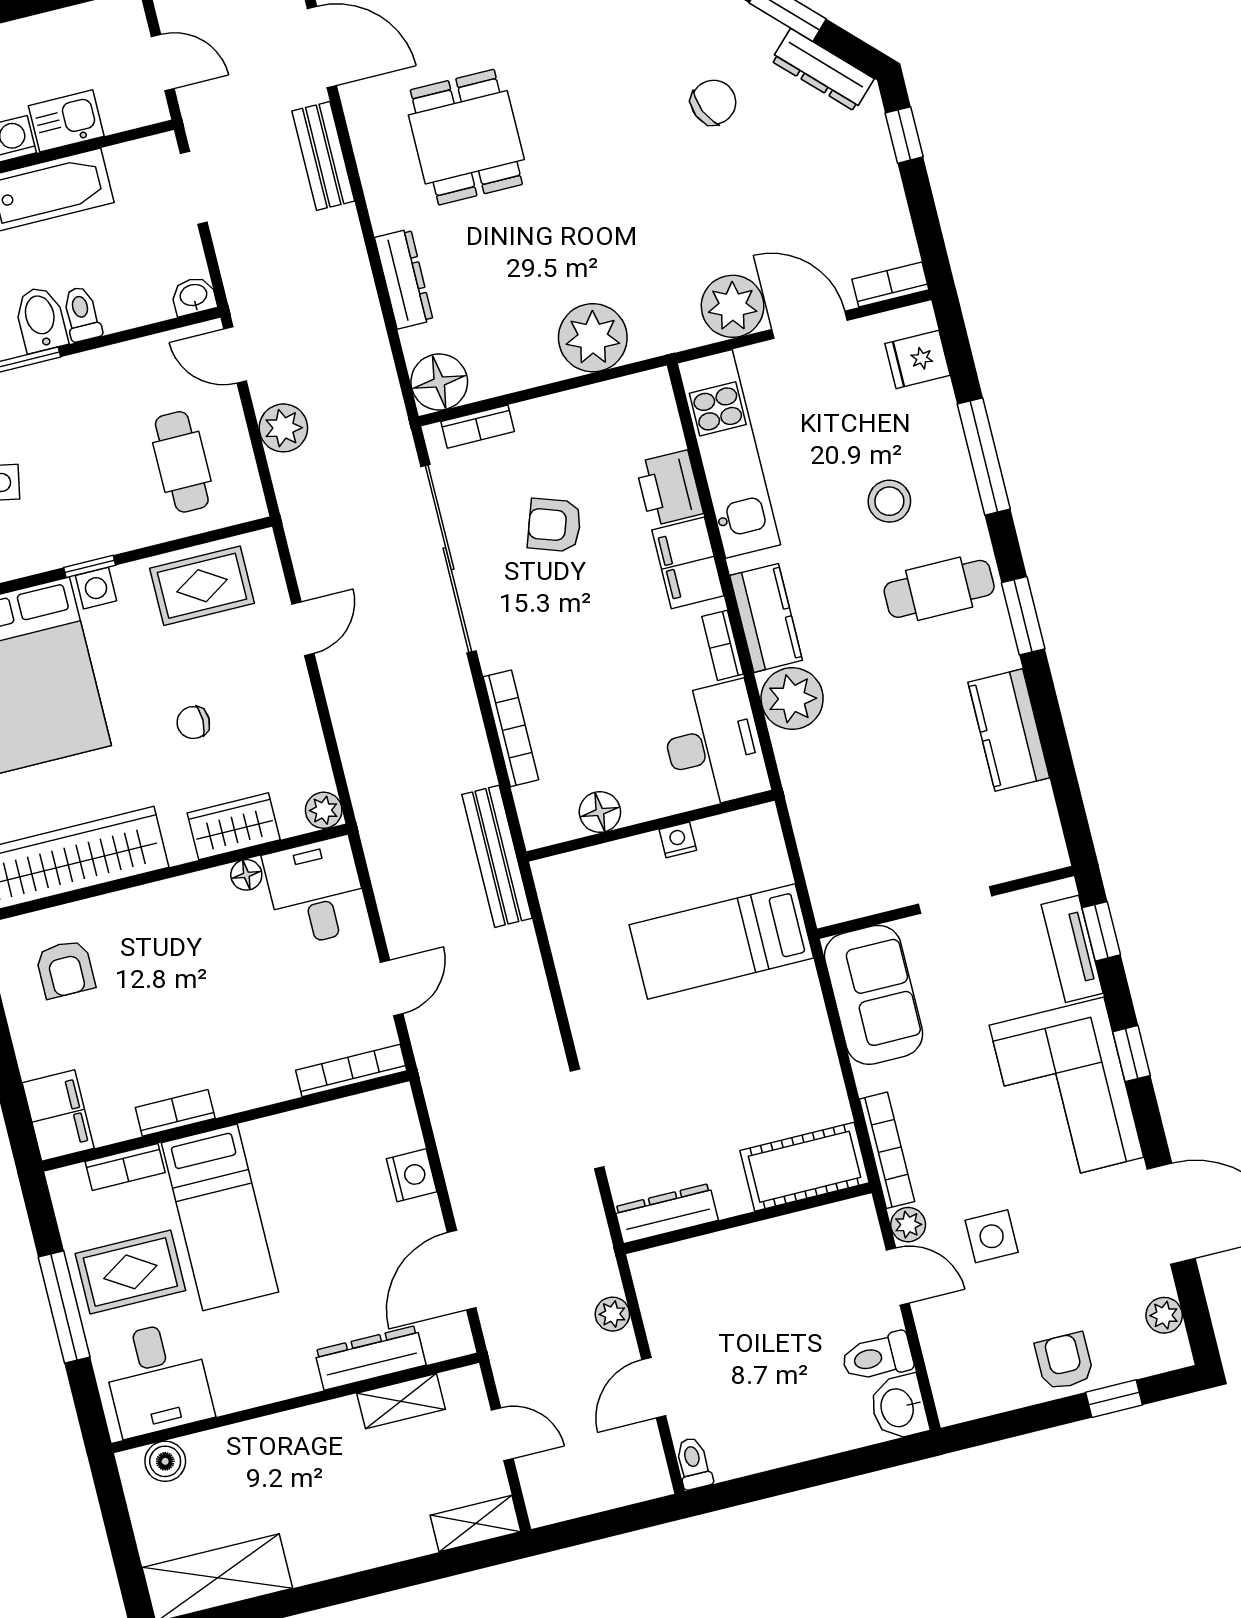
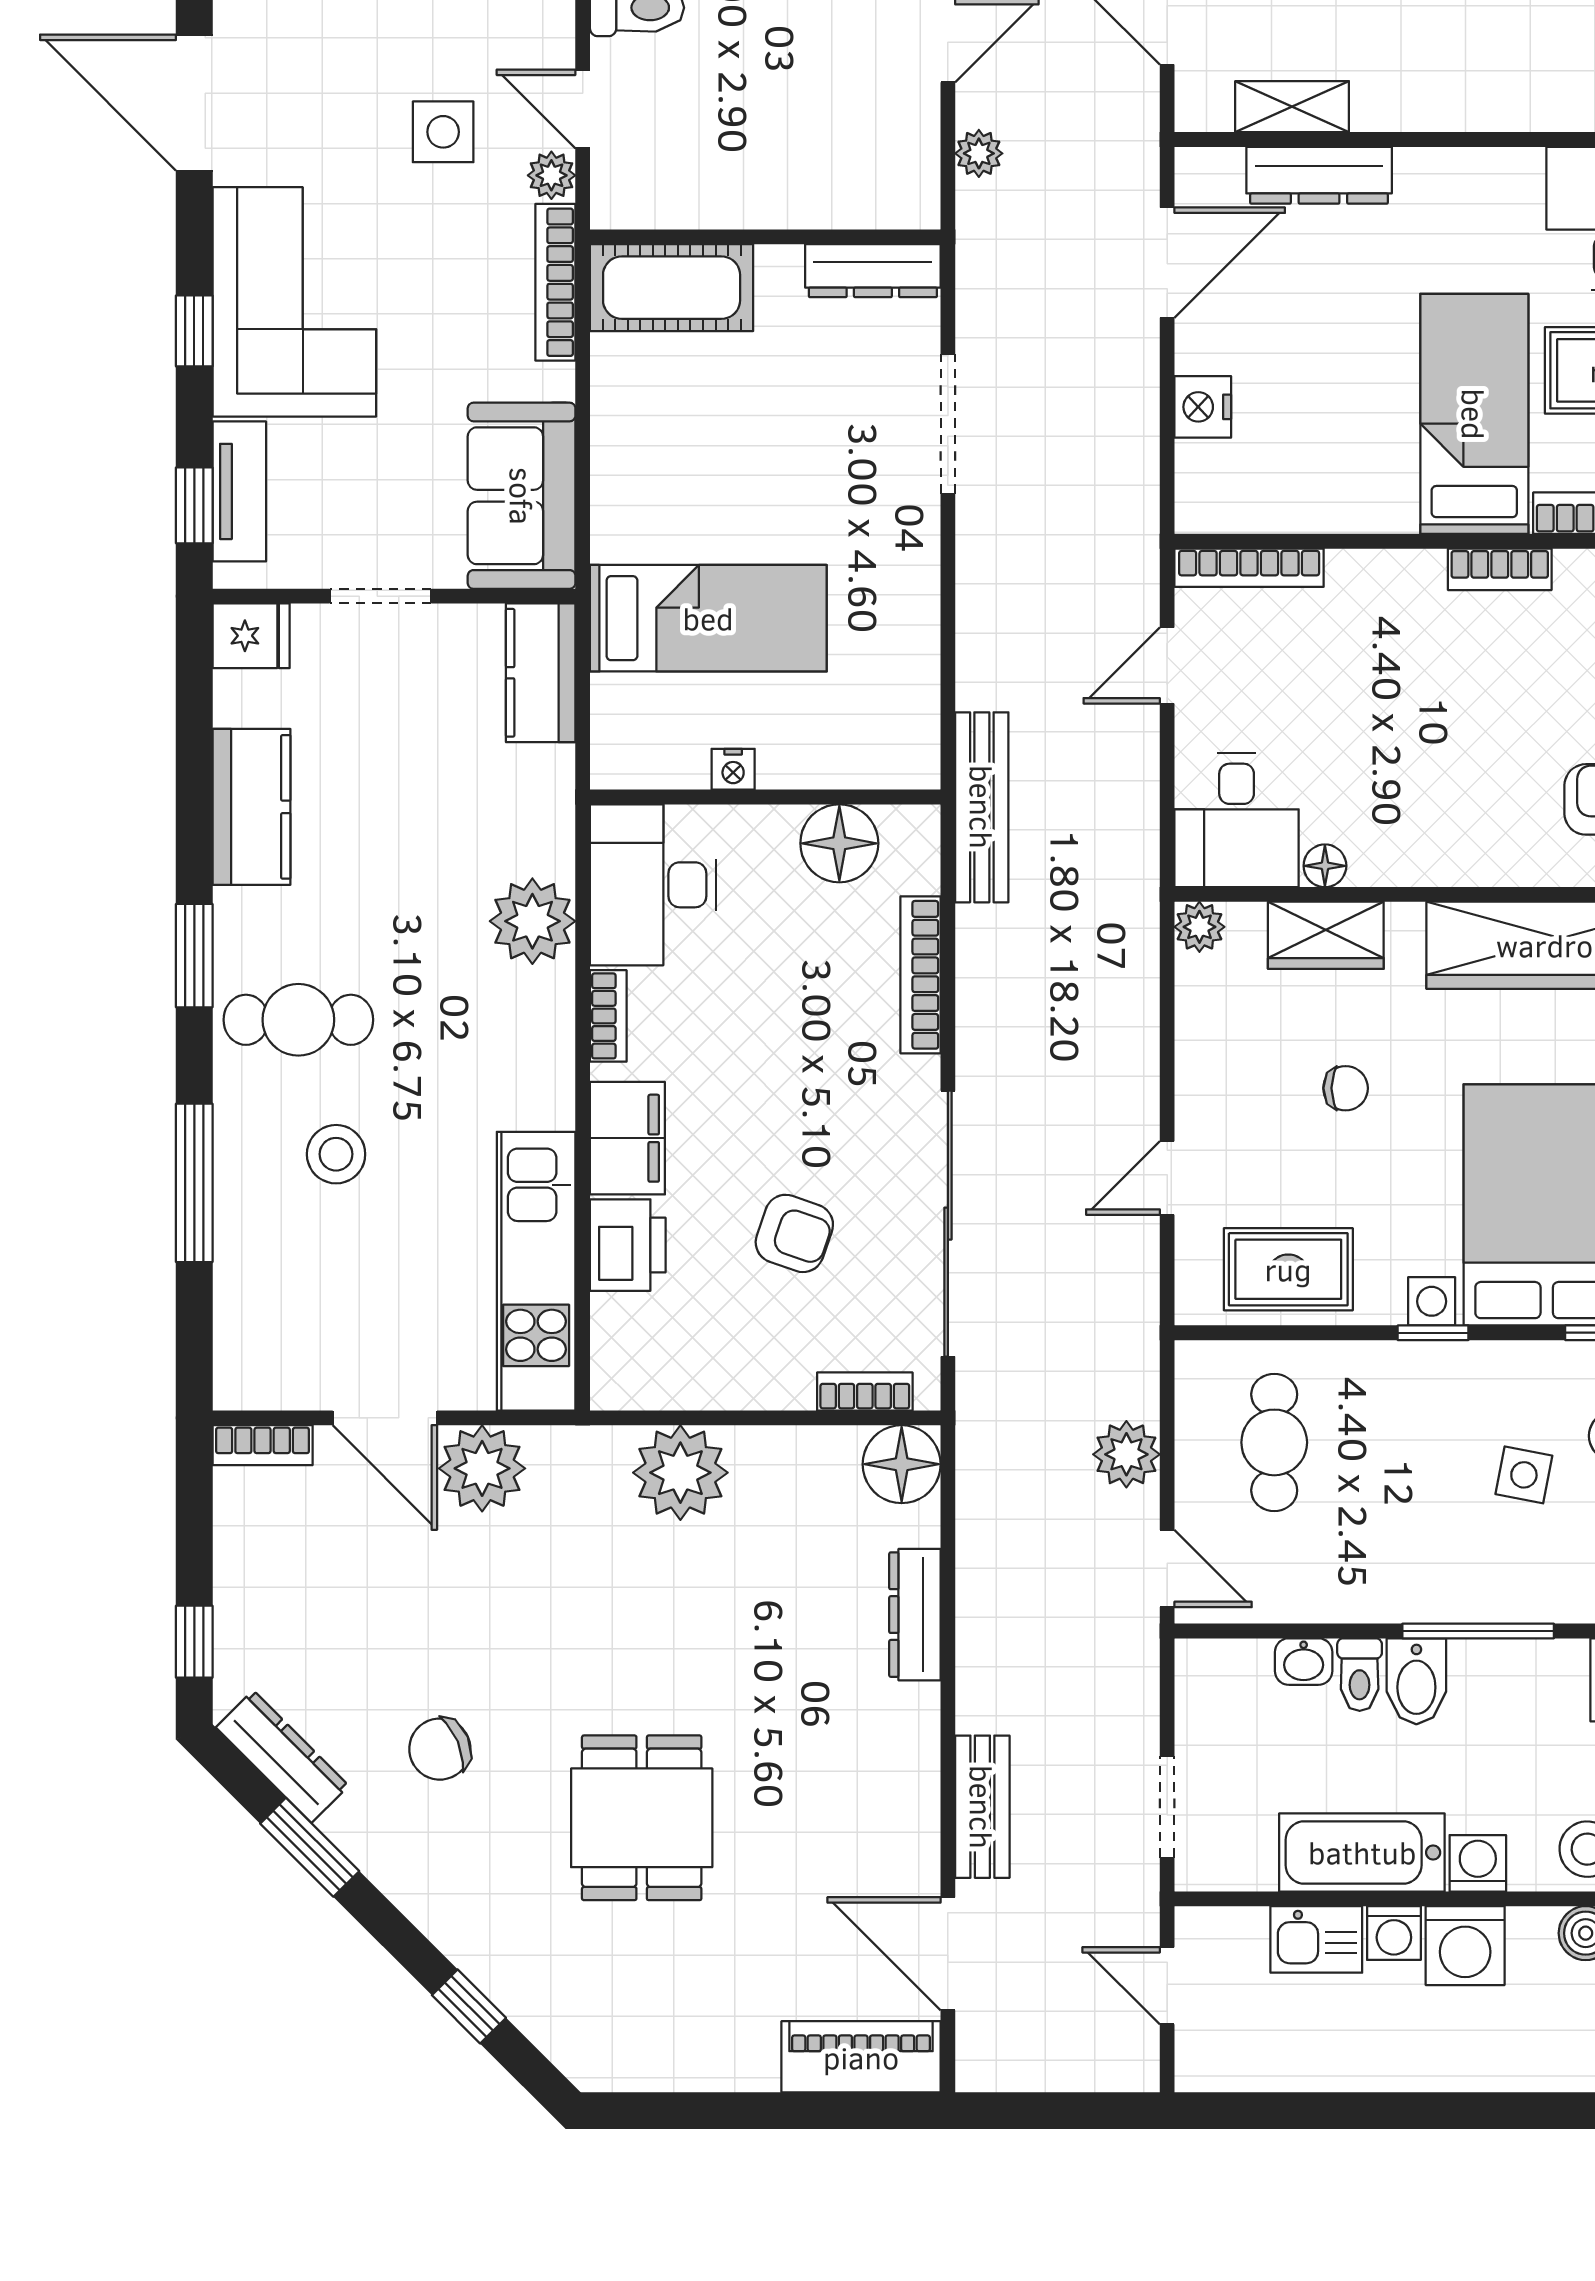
dining table: (466, 137) -> (642, 1818), moved
washbasin: (194, 296) -> (1304, 1662), moved
fridge: (917, 359) -> (251, 636), moved
kitchen counter: (766, 618) -> (541, 673), moved
floor lamp: (600, 812) -> (839, 843), width x1.38, depth x1.38

